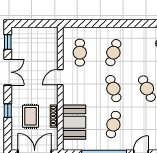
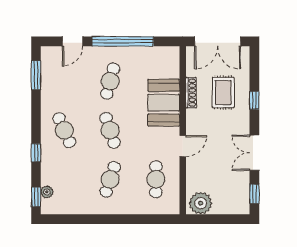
plant: (47, 35) -> (201, 203), added
booth: (74, 122) -> (164, 103), moved

